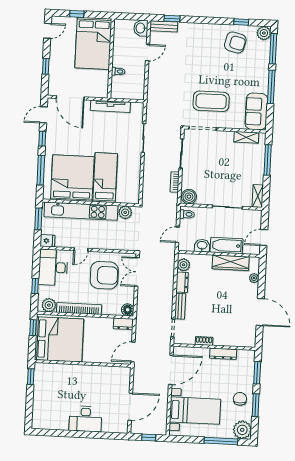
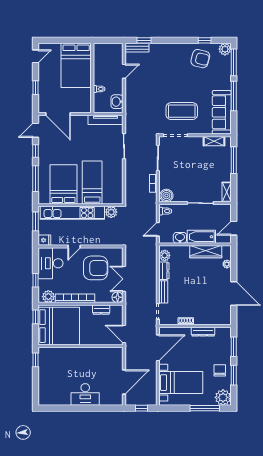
window: (77, 14) -> (60, 40), removed
washbasin: (141, 28) -> (117, 102), moved
tv unit: (110, 106) -> (106, 120), moved
sofa: (256, 111) -> (222, 112), width x1.36
bed: (72, 178) -> (63, 184), width x0.73
double door: (137, 272) -> (124, 279), moved
dresser: (123, 324) -> (101, 310), moved
door: (133, 352) -> (124, 334), hinge flipped

